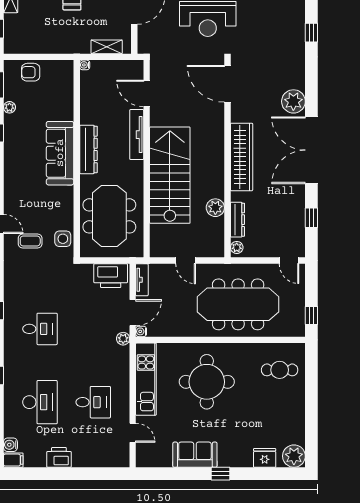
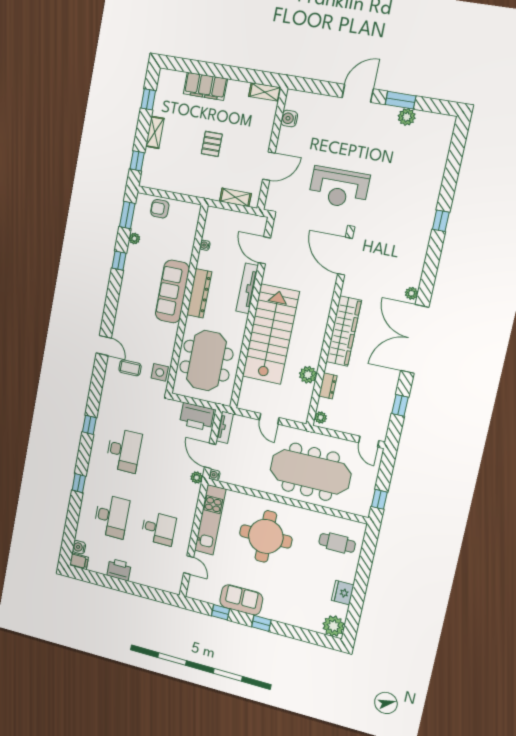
water cooler: (85, 65) -> (205, 245), moved
plant: (293, 101) -> (412, 293), width x0.53, depth x0.53
dresser: (237, 220) -> (328, 386), width x0.70
door: (133, 313) -> (210, 456), swing flipped
desk: (40, 329) -> (124, 450), width x1.37
fridge: (265, 458) -> (343, 593), moved, turned -90
window: (176, 474) -> (221, 612), added

